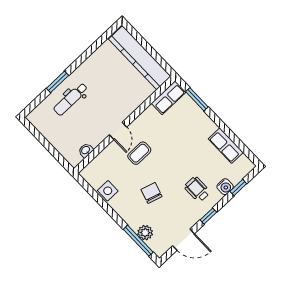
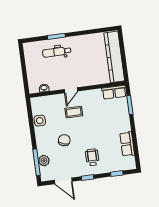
water cooler: (225, 187) -> (110, 167), removed

